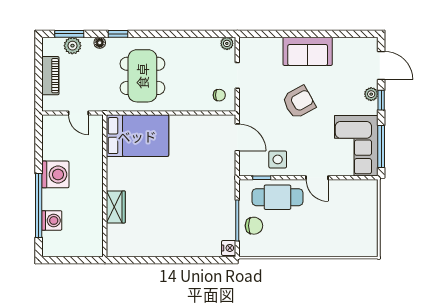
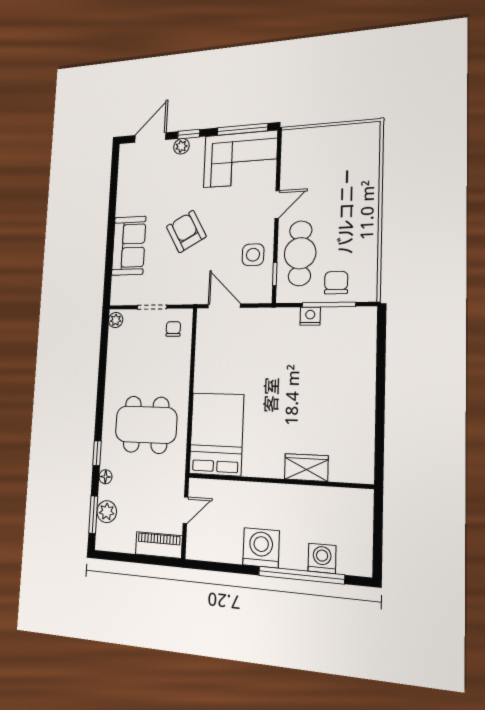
sofa: (308, 51) -> (129, 246), moved
piano: (50, 76) -> (159, 545), moved
door: (237, 137) -> (224, 306), hinge flipped
nightstand: (229, 248) -> (310, 316), moved

